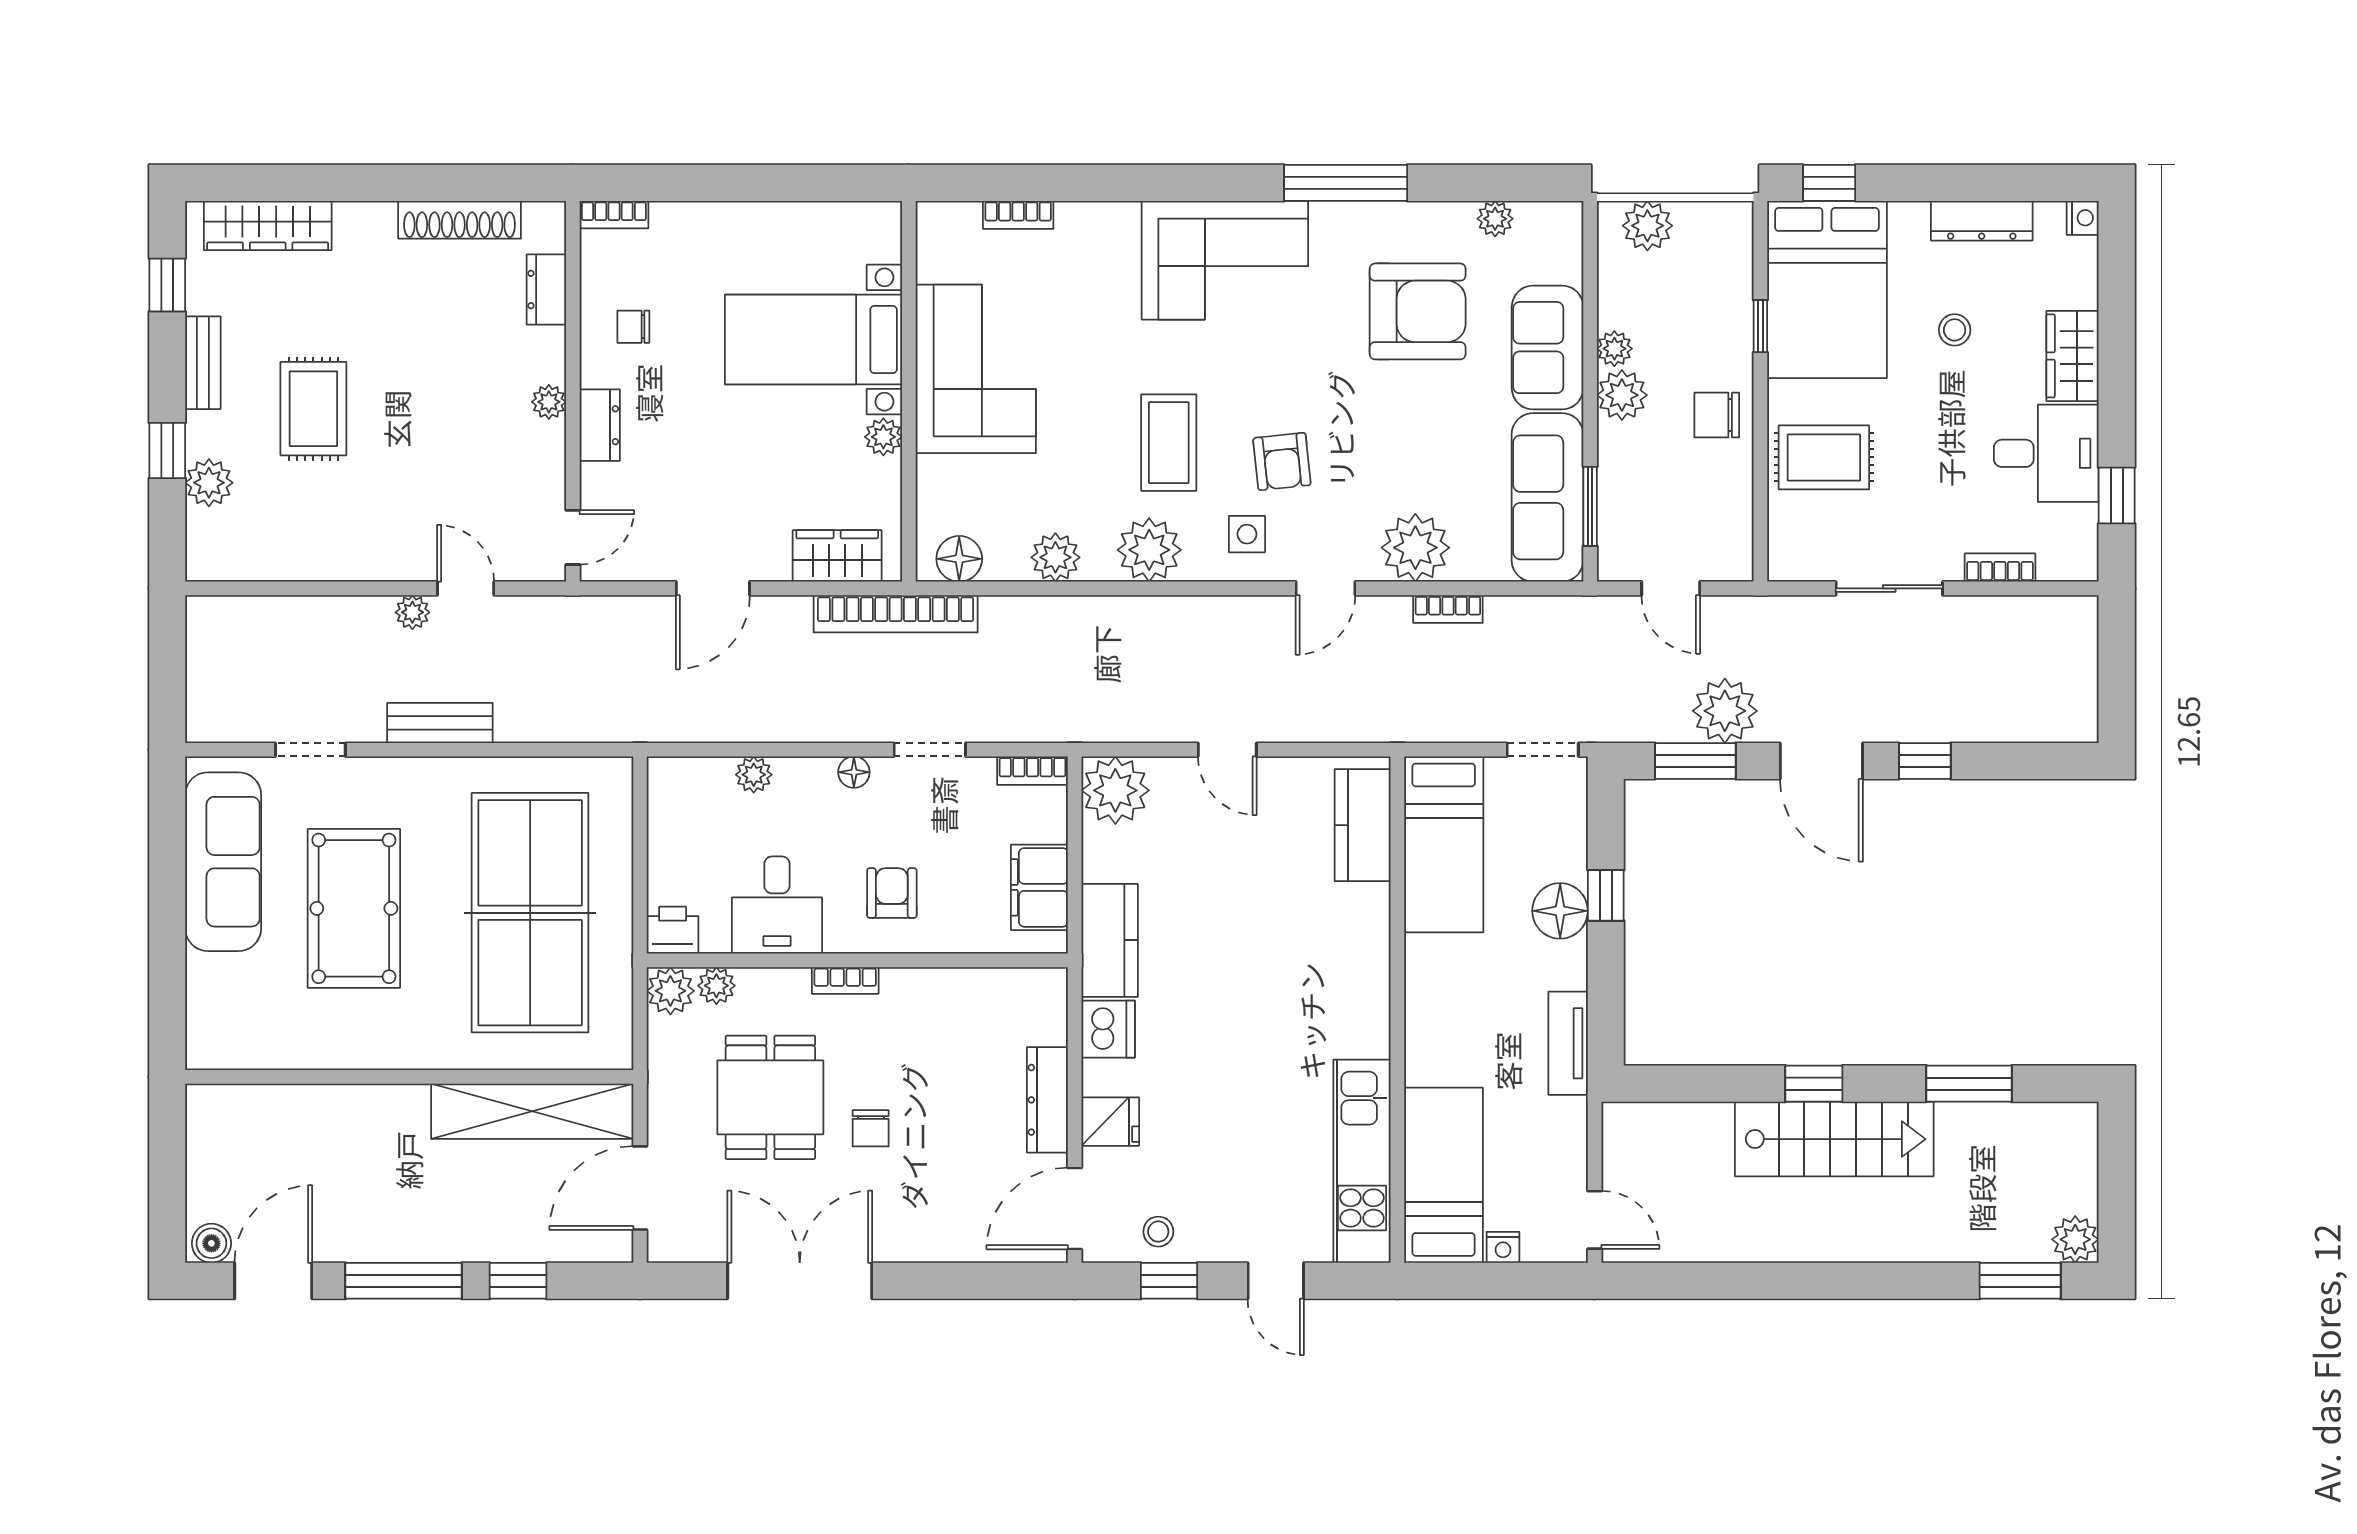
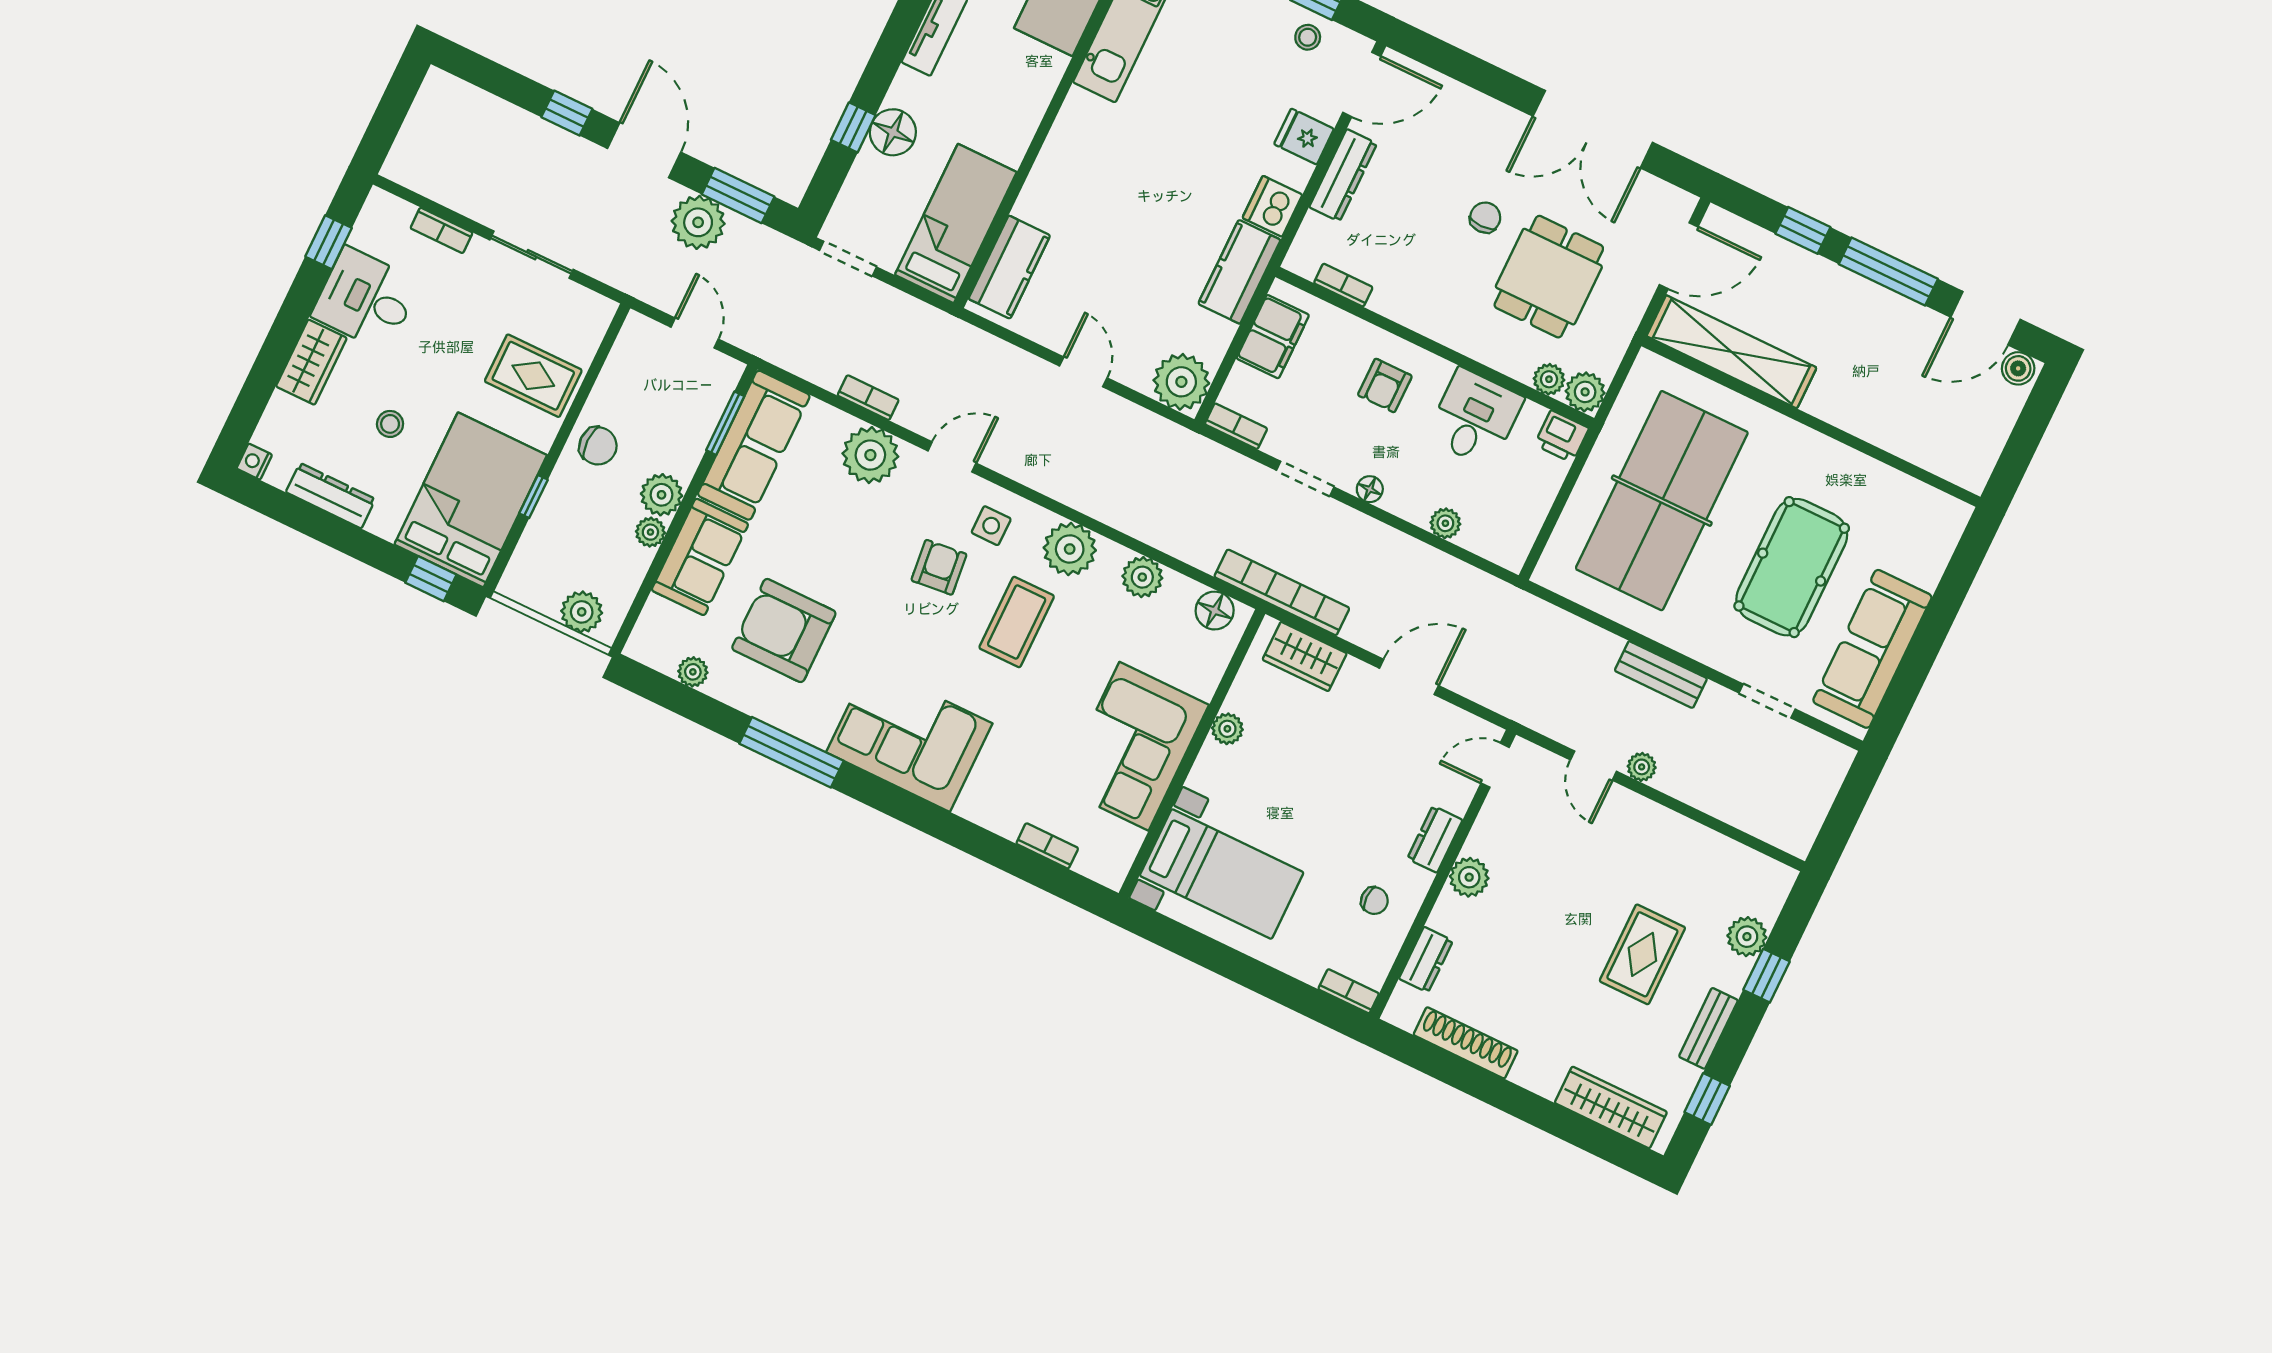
bed with nightstands: (814, 340) -> (1222, 874), moved
plant: (549, 402) -> (1469, 877), width x1.38, depth x1.38
bookcase: (845, 980) -> (1343, 285), moved

